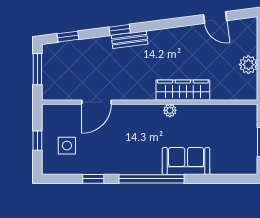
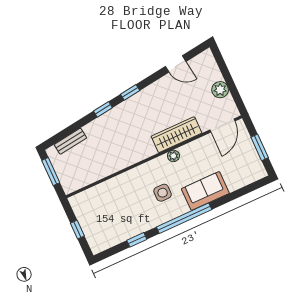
window: (68, 37) -> (130, 92), moved
bench: (130, 40) -> (70, 141), moved
door: (96, 102) -> (222, 125), moved
side table: (67, 146) -> (163, 193), moved

